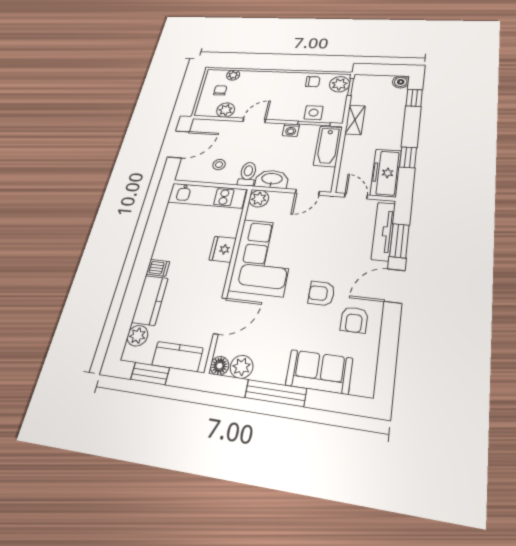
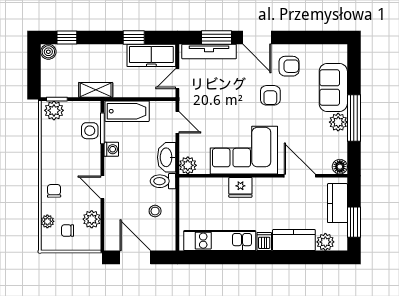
chair: (313, 82) -> (54, 191), moved
kitchen unit: (207, 196) -> (220, 241), moved, turned -90
plant: (242, 367) -> (338, 122), moved

